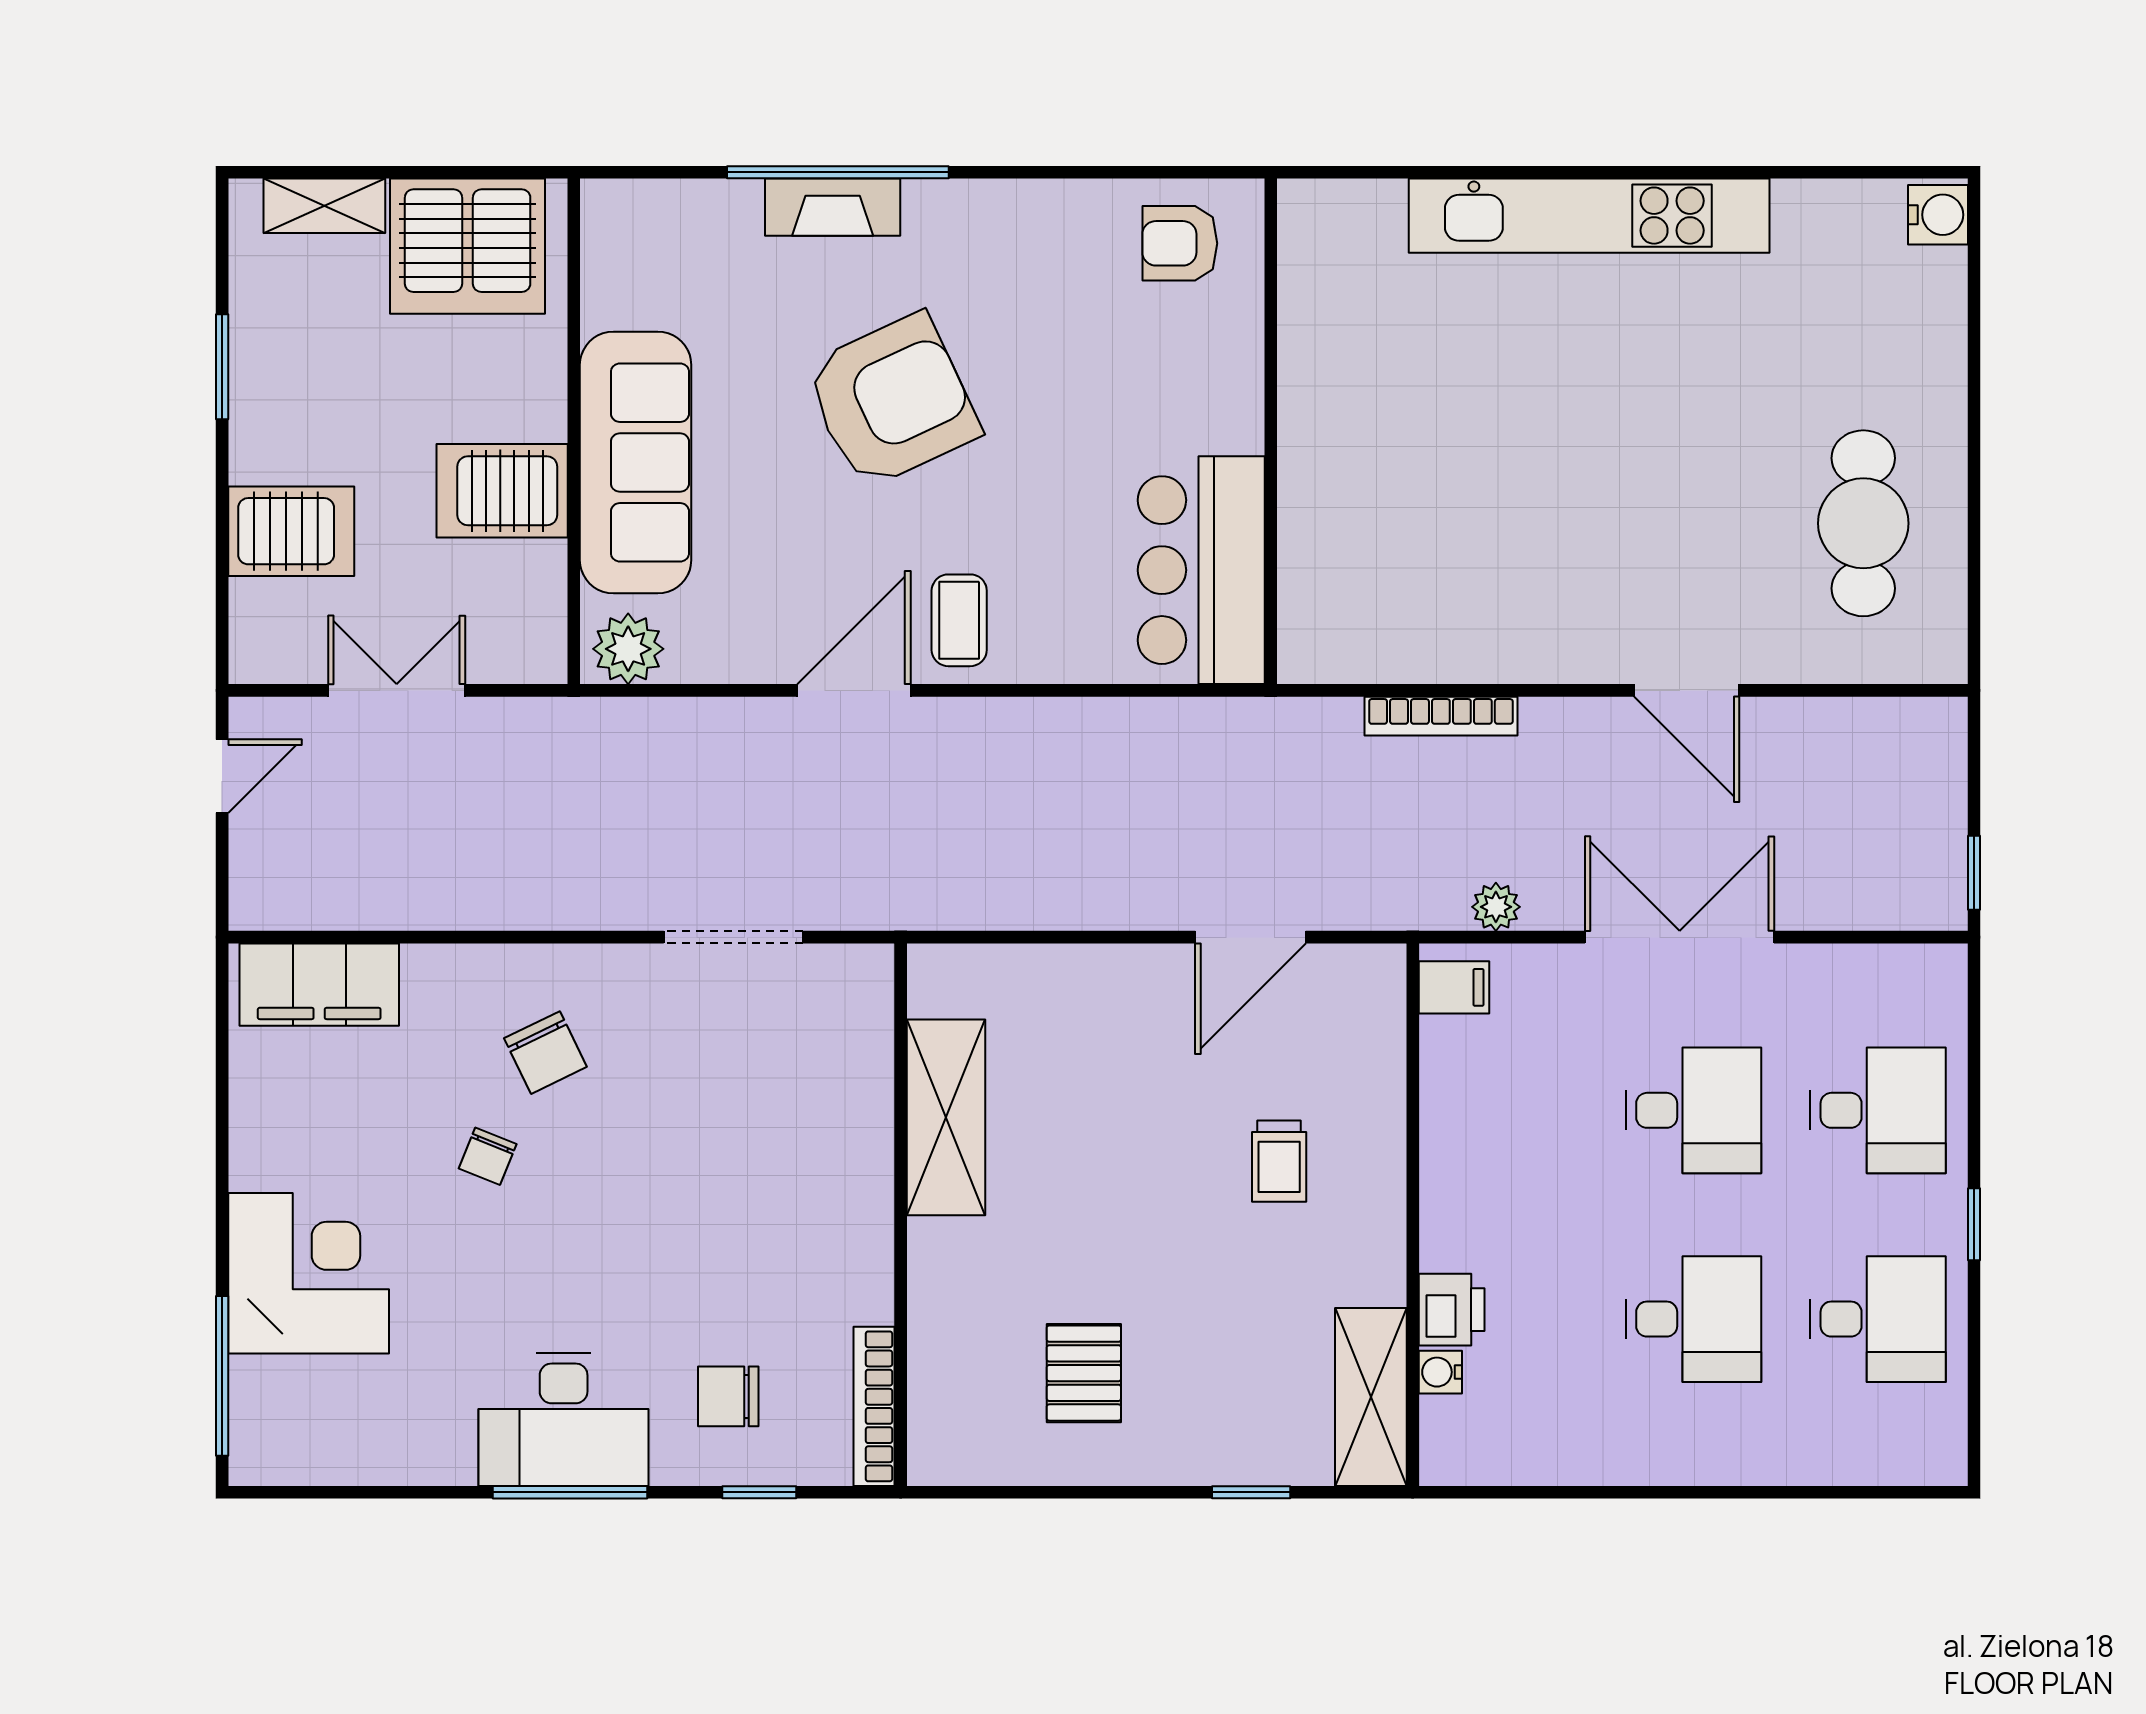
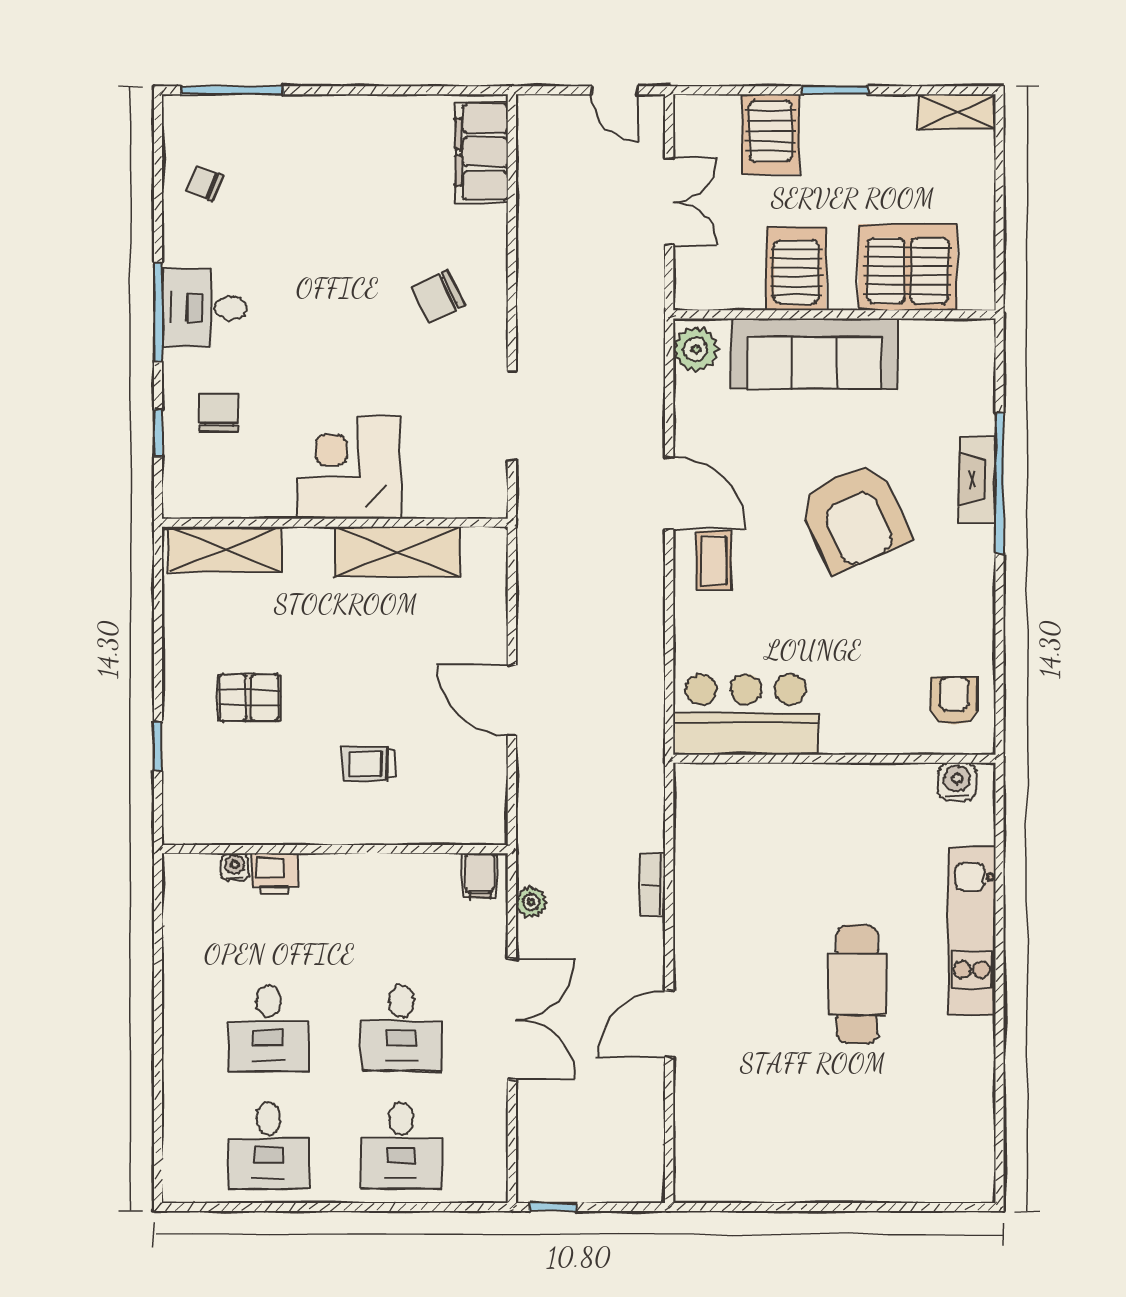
shelving: (324, 206) -> (957, 112), moved, turned 90
water cooler: (1938, 215) -> (957, 782), moved, turned 180
kitchen unit: (1589, 216) -> (972, 931), width x0.73
server rack: (468, 246) -> (908, 267), moved, turned 90
window: (222, 367) -> (835, 90), moved
cafe table: (1863, 523) -> (857, 984), moved, turned 90
coffee table: (959, 620) -> (714, 560), turned 90
bookcase: (1441, 716) -> (653, 885), width x0.64
door: (1250, 937) -> (512, 700), moved
chair: (488, 1156) -> (205, 183), moved
window: (1974, 1224) -> (329, 1207), removed
corner desk: (309, 1273) -> (349, 468), moved, turned 180
pallet: (1084, 1373) -> (249, 698), moved
shelving: (1371, 1397) -> (225, 549), moved
bookcase: (874, 1406) -> (213, 506), removed
desk: (564, 1419) -> (204, 308), width x0.73

